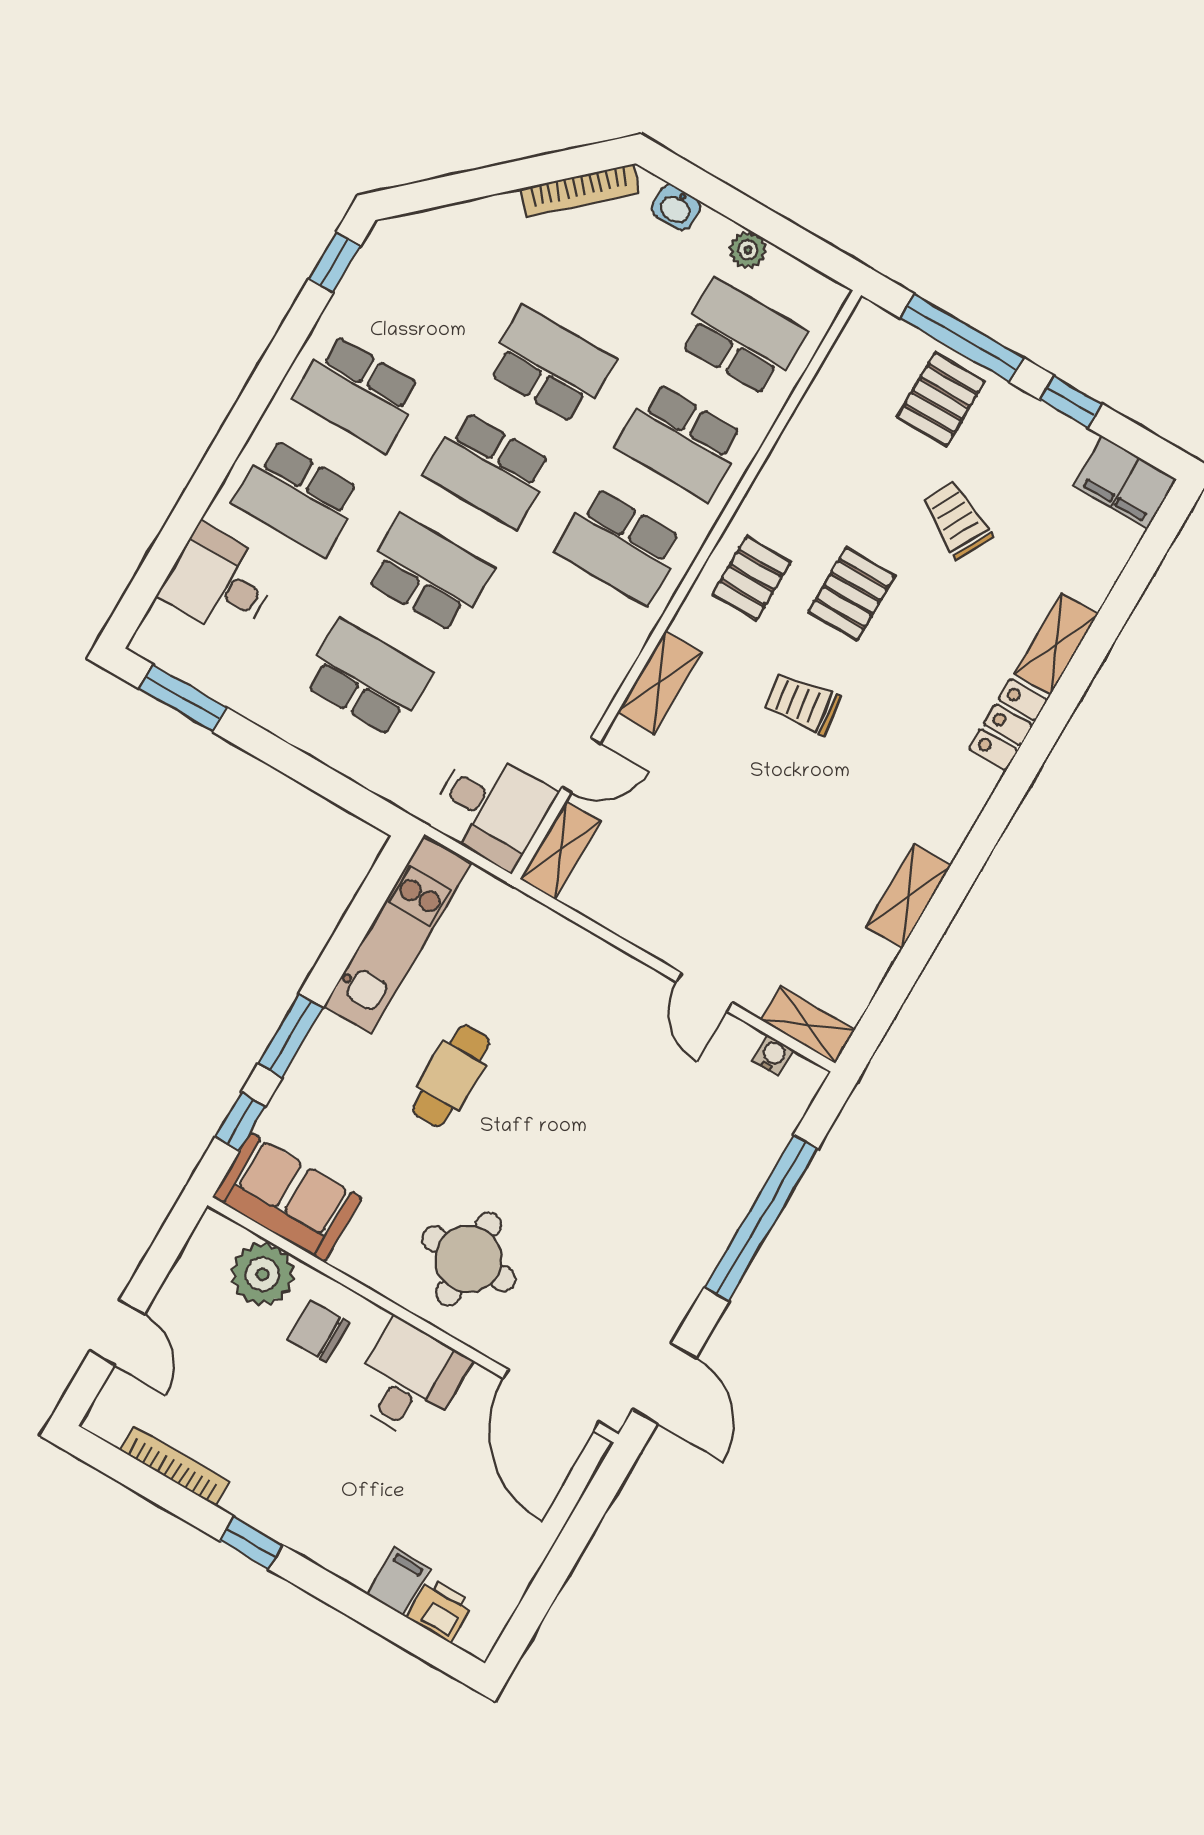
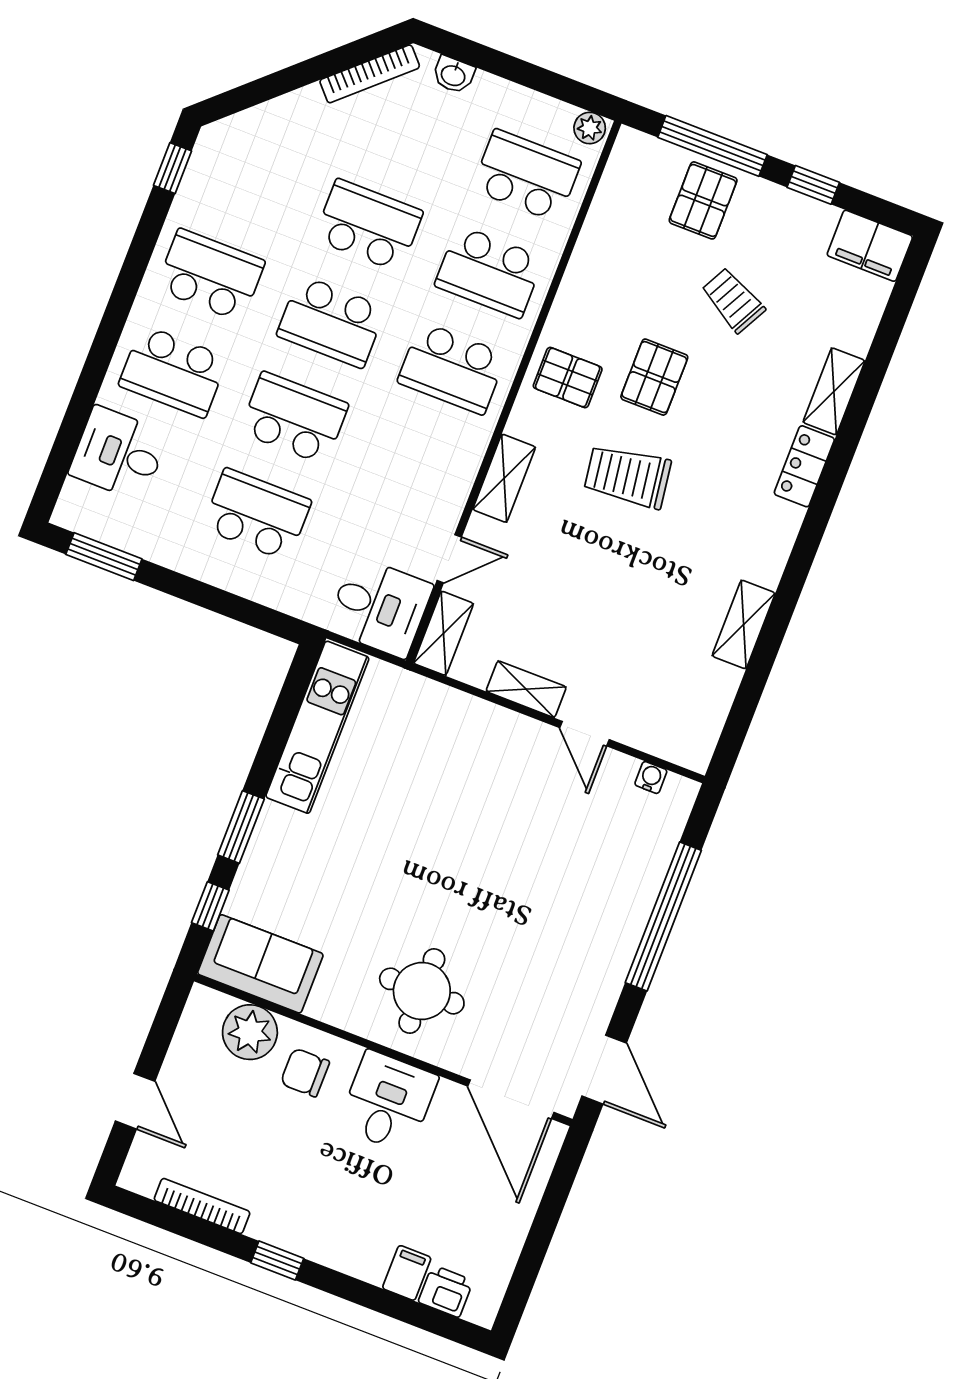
plant: (748, 250) -> (590, 128), moved
school desk: (358, 393) -> (210, 275), turned 180
pallet: (751, 578) -> (568, 378), turned 90
trolley: (802, 703) -> (627, 476), width x1.36, depth x1.39
shelving: (808, 1025) -> (526, 689), moved
cafe table: (451, 1076) -> (382, 839), removed

